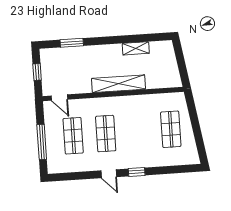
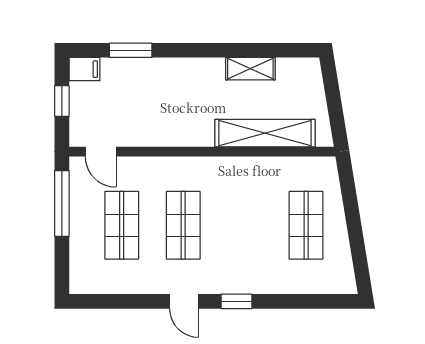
filing cabinet: (48, 54) -> (84, 69), added
shelving: (118, 84) -> (265, 133), moved
window: (42, 142) -> (62, 203), moved

